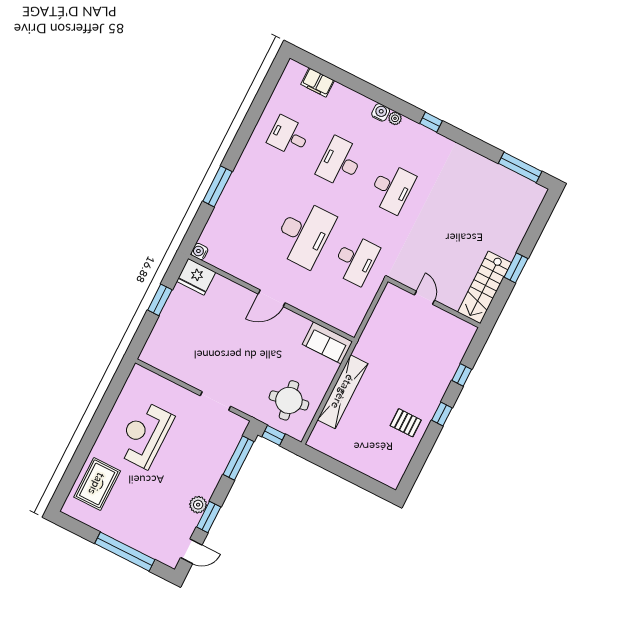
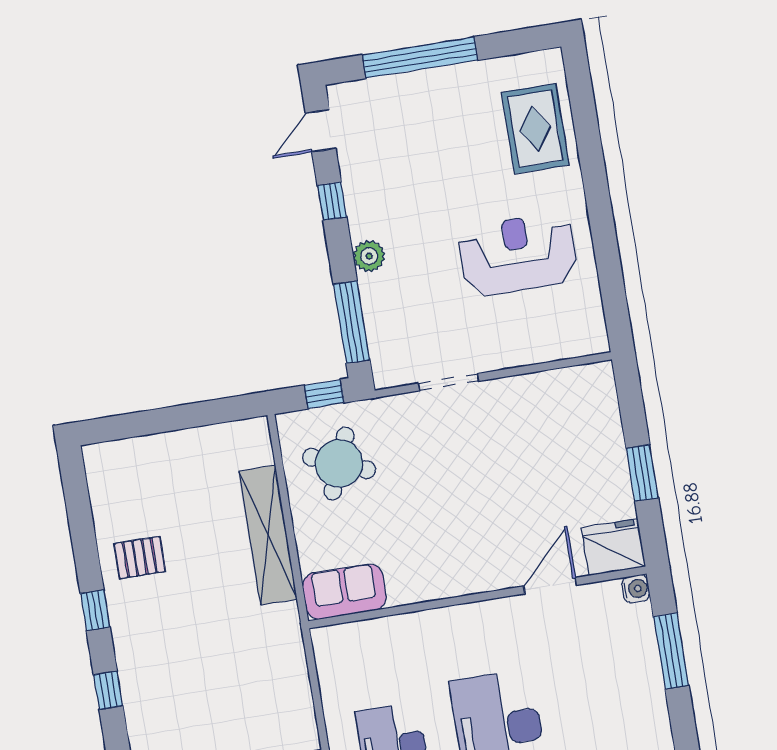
window: (217, 186) -> (671, 651), moved
door: (272, 298) -> (550, 586), moved
round table: (289, 400) -> (339, 463), turned 32
reception desk: (145, 435) -> (518, 254), turned -90
plant: (198, 505) -> (369, 256), moved
window: (209, 517) -> (332, 201), width x0.67

